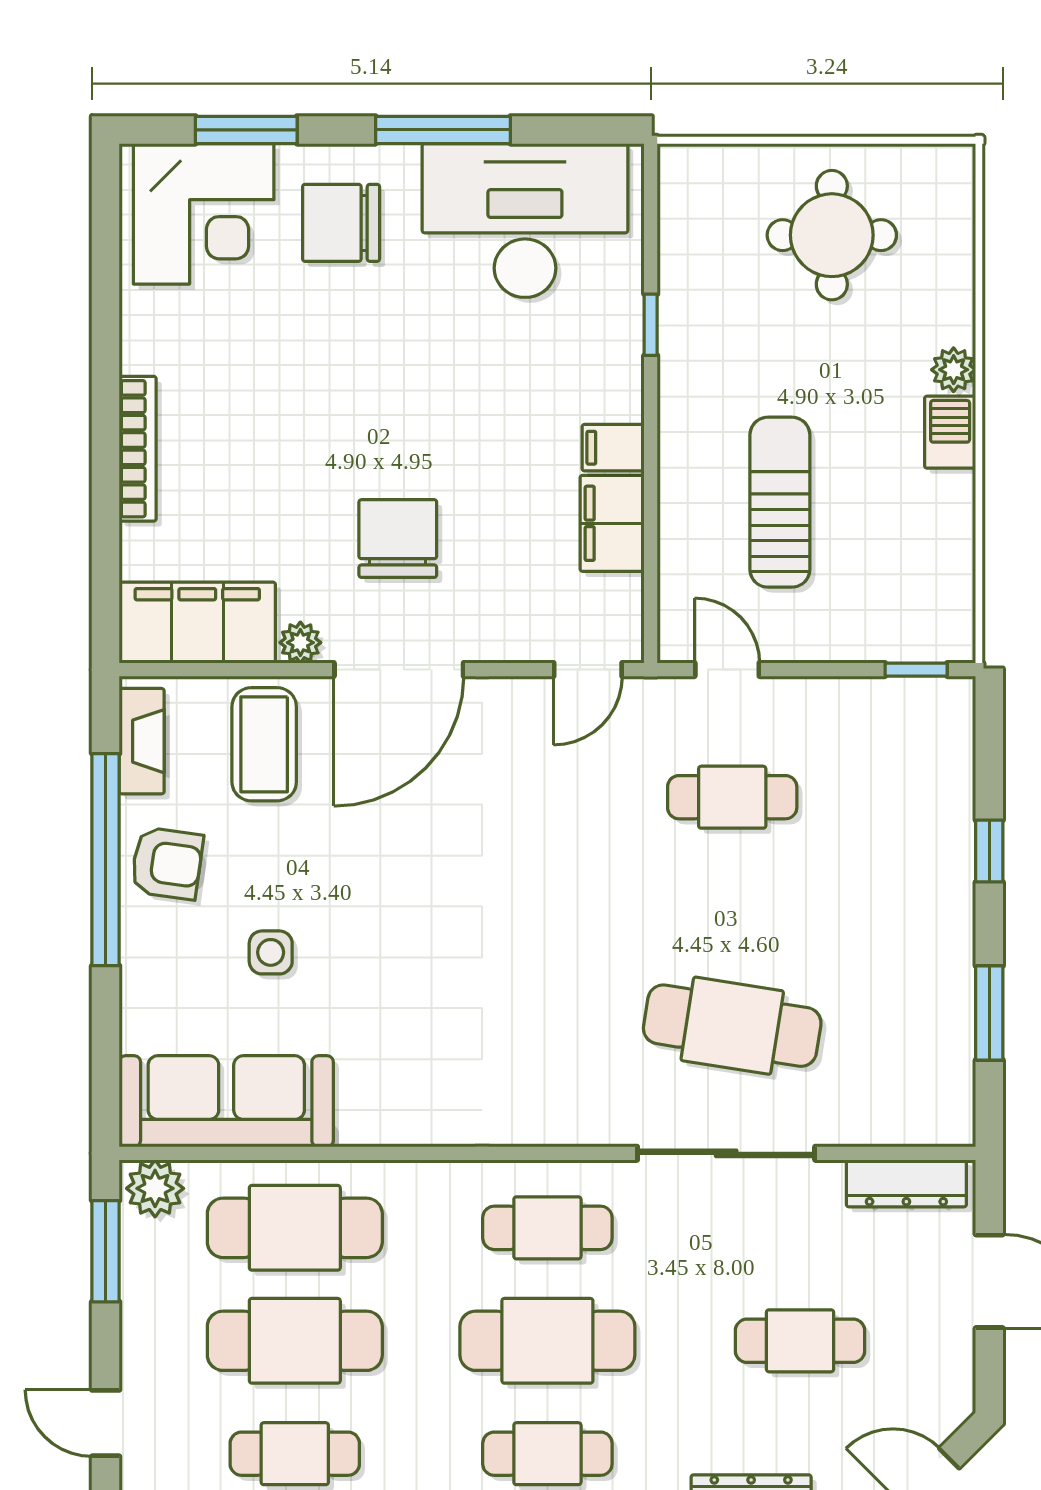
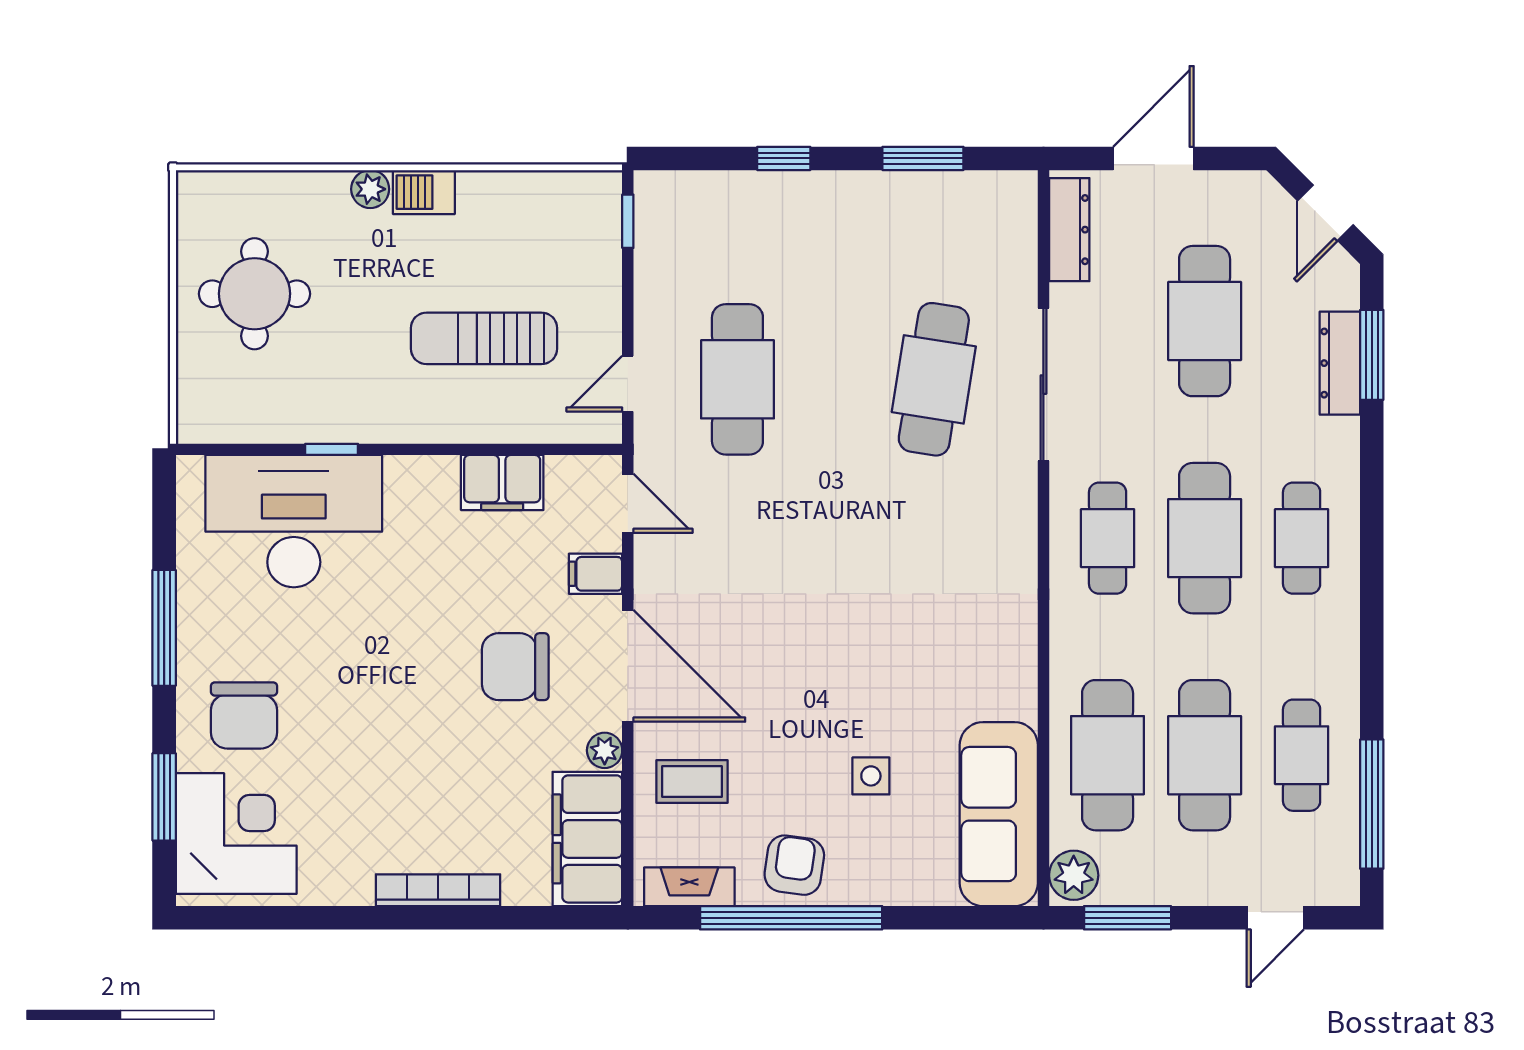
desk: (525, 220) -> (294, 521), moved, turned 90
filing cabinet: (613, 448) -> (596, 574), moved, turned 90
coffee table: (264, 744) -> (692, 782), width x0.73, depth x0.77
cafe table: (732, 797) -> (737, 379), width x1.37, depth x1.35
cafe table: (800, 1341) -> (1205, 321), width x1.37, depth x1.35

